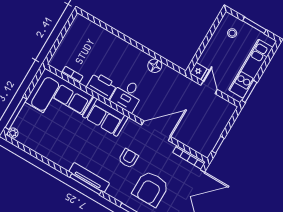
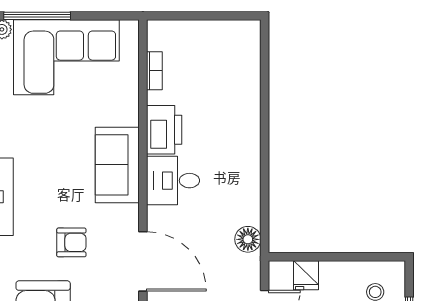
floor lamp: (155, 66) -> (248, 239), moved
fridge: (199, 72) -> (306, 275), moved
corner sofa: (59, 99) -> (66, 57), moved, turned -90

